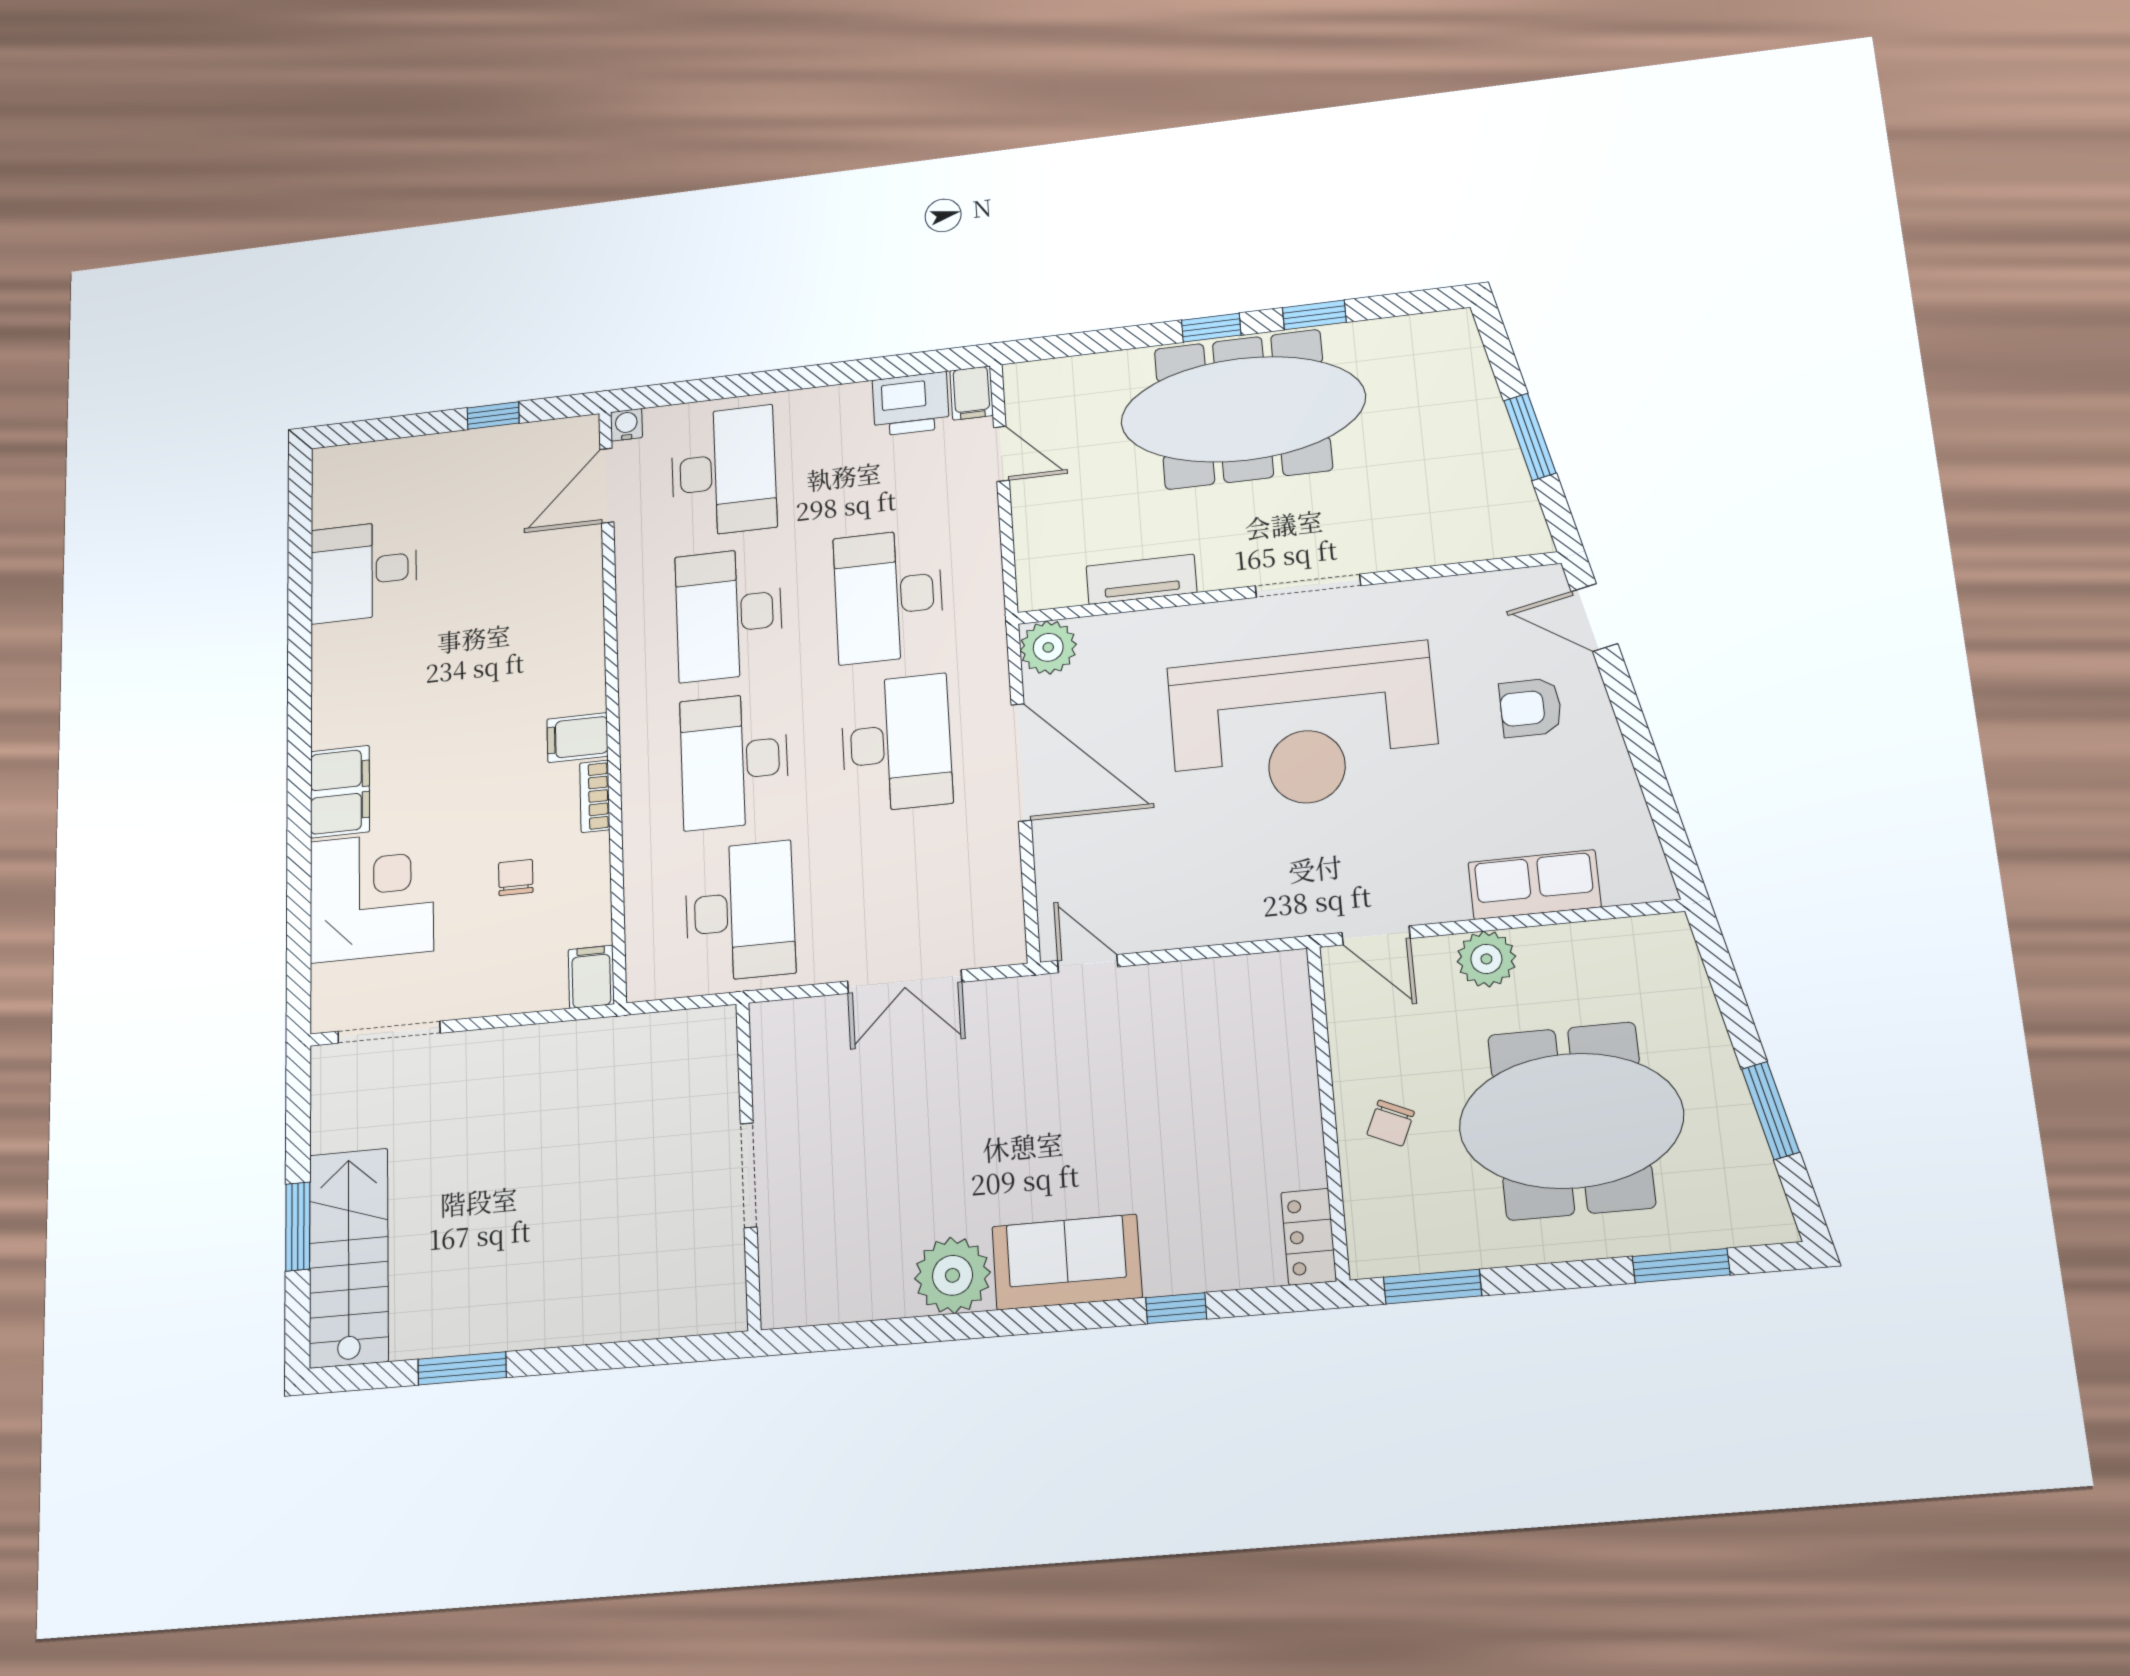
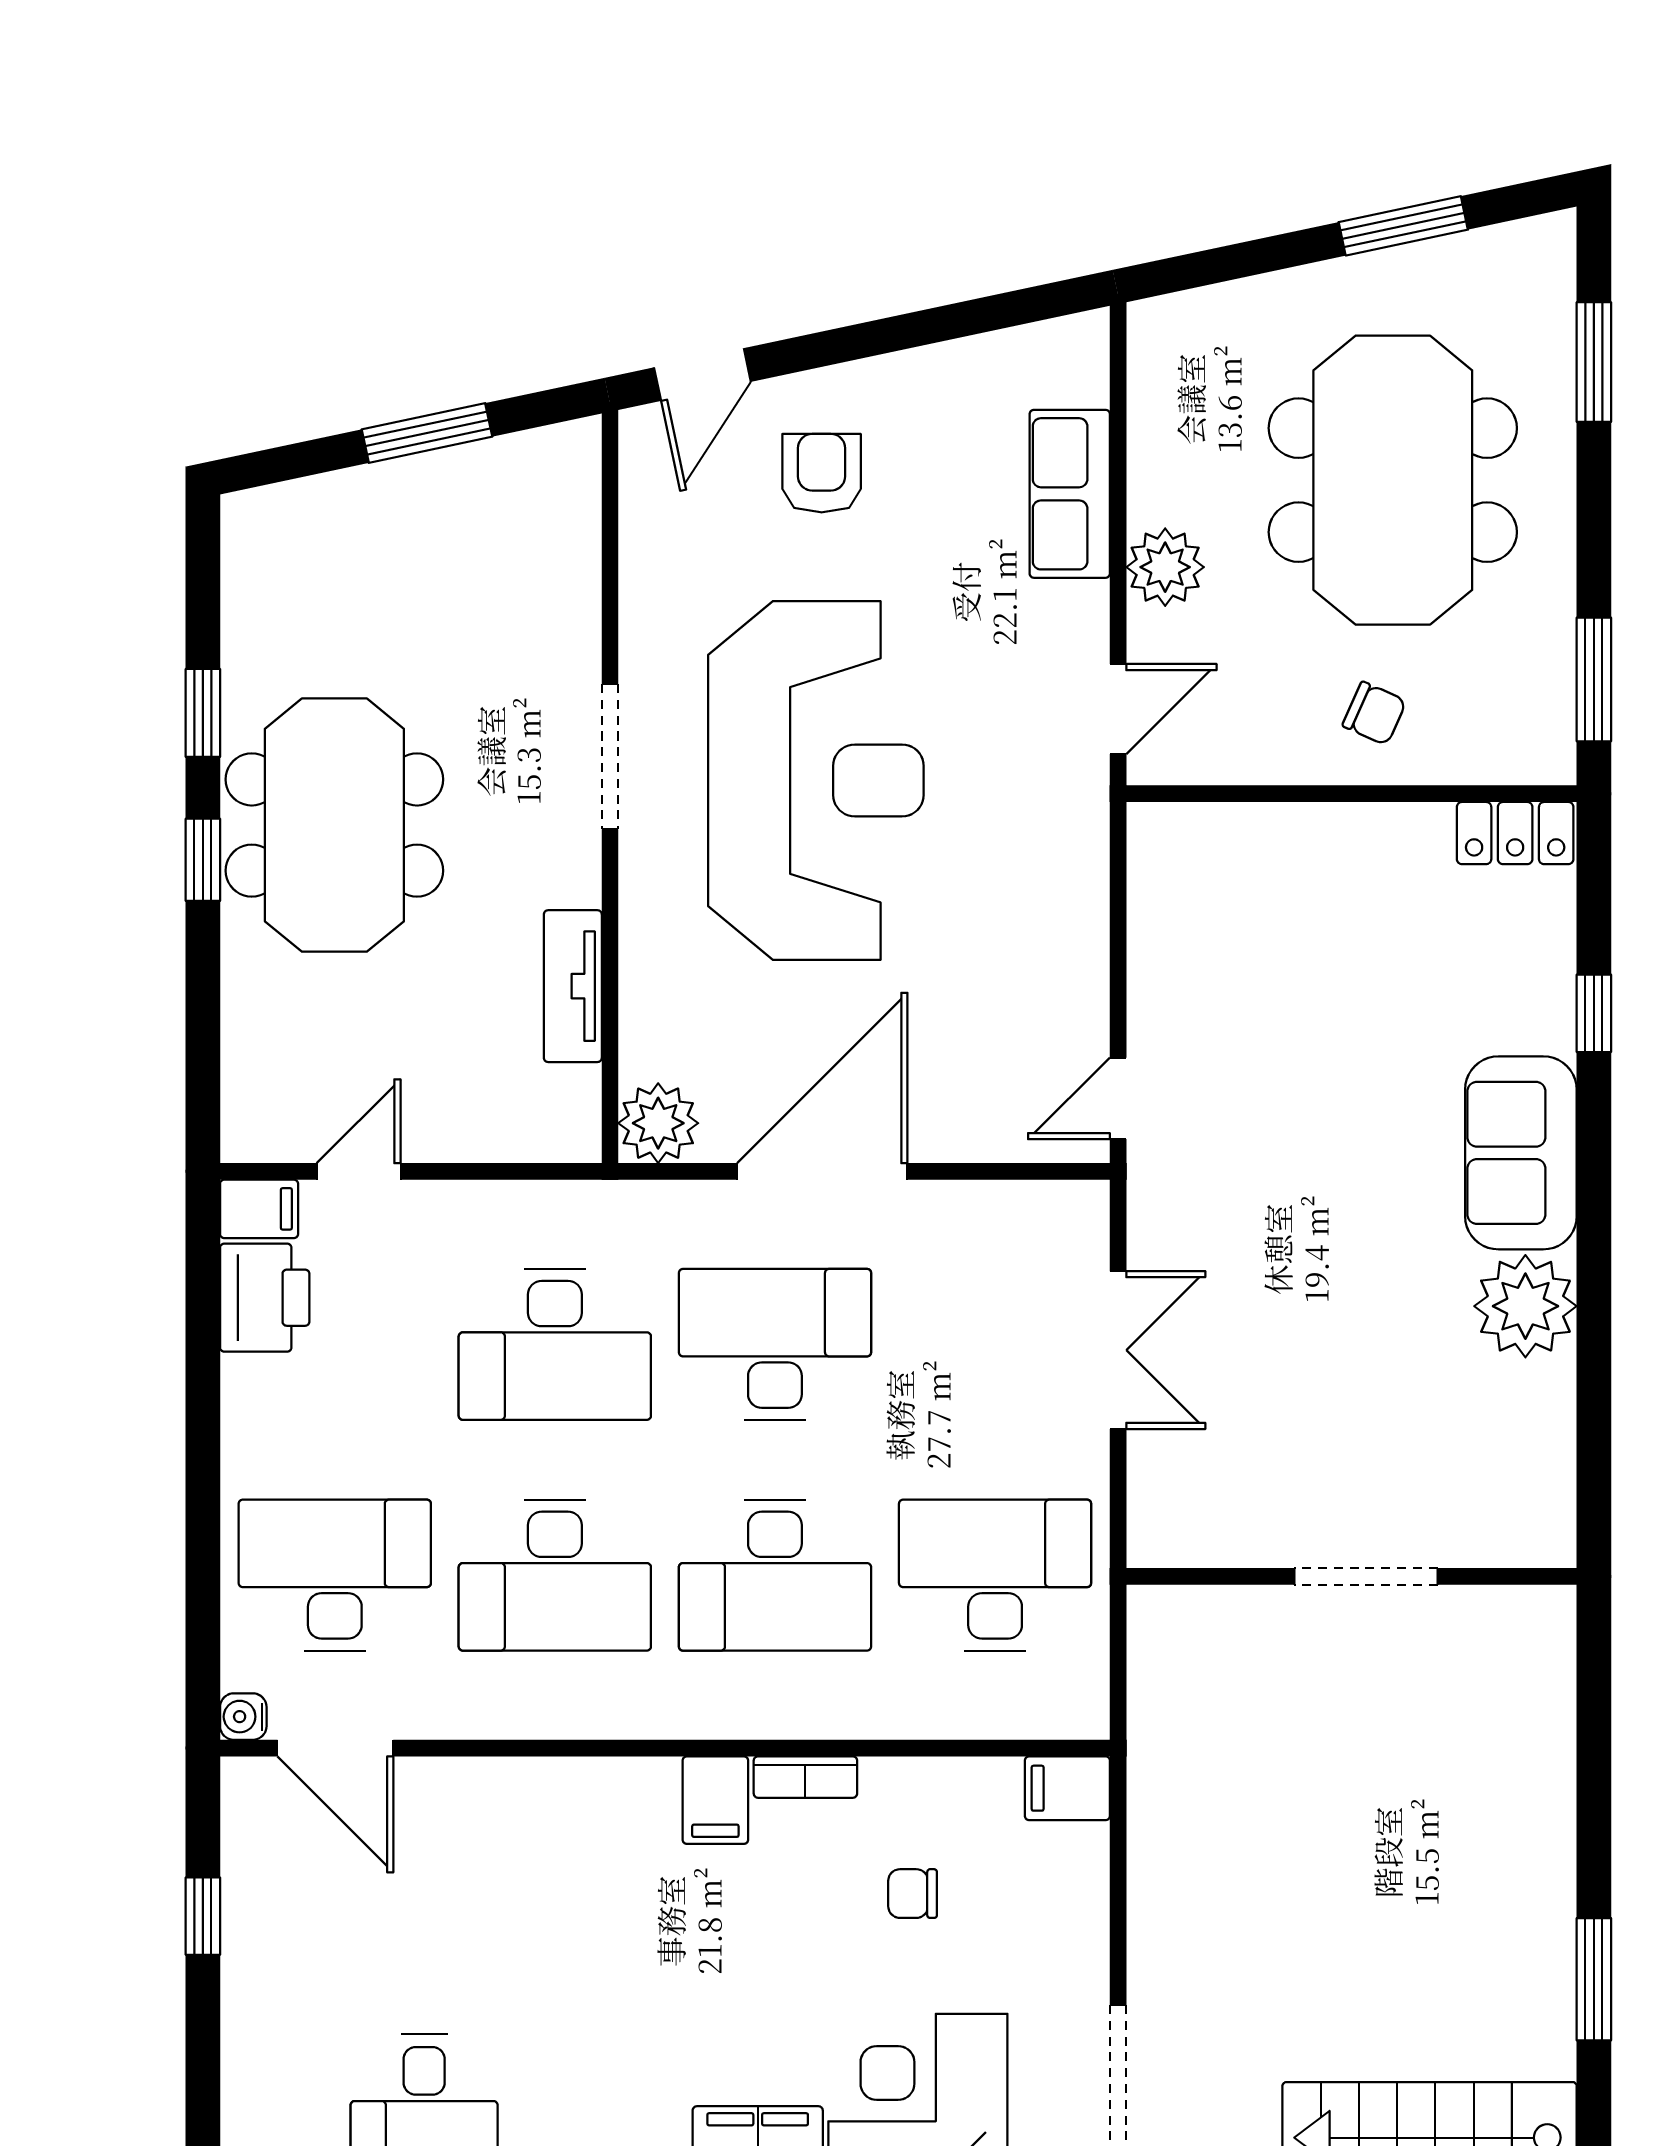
meeting table: (1243, 409) -> (334, 825), width x0.73
armchair: (1531, 708) -> (822, 473), turned 180

